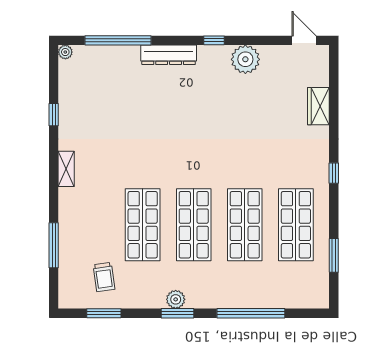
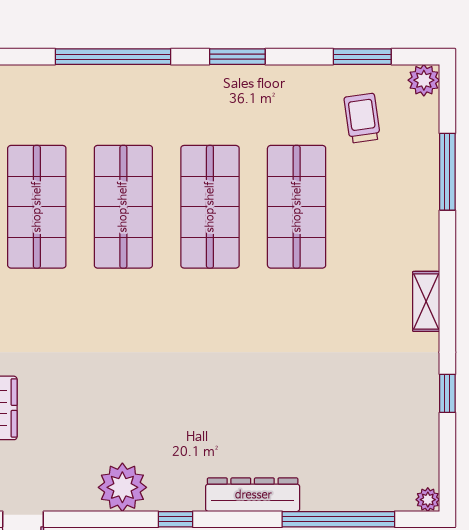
plant: (176, 299) -> (424, 80), moved

